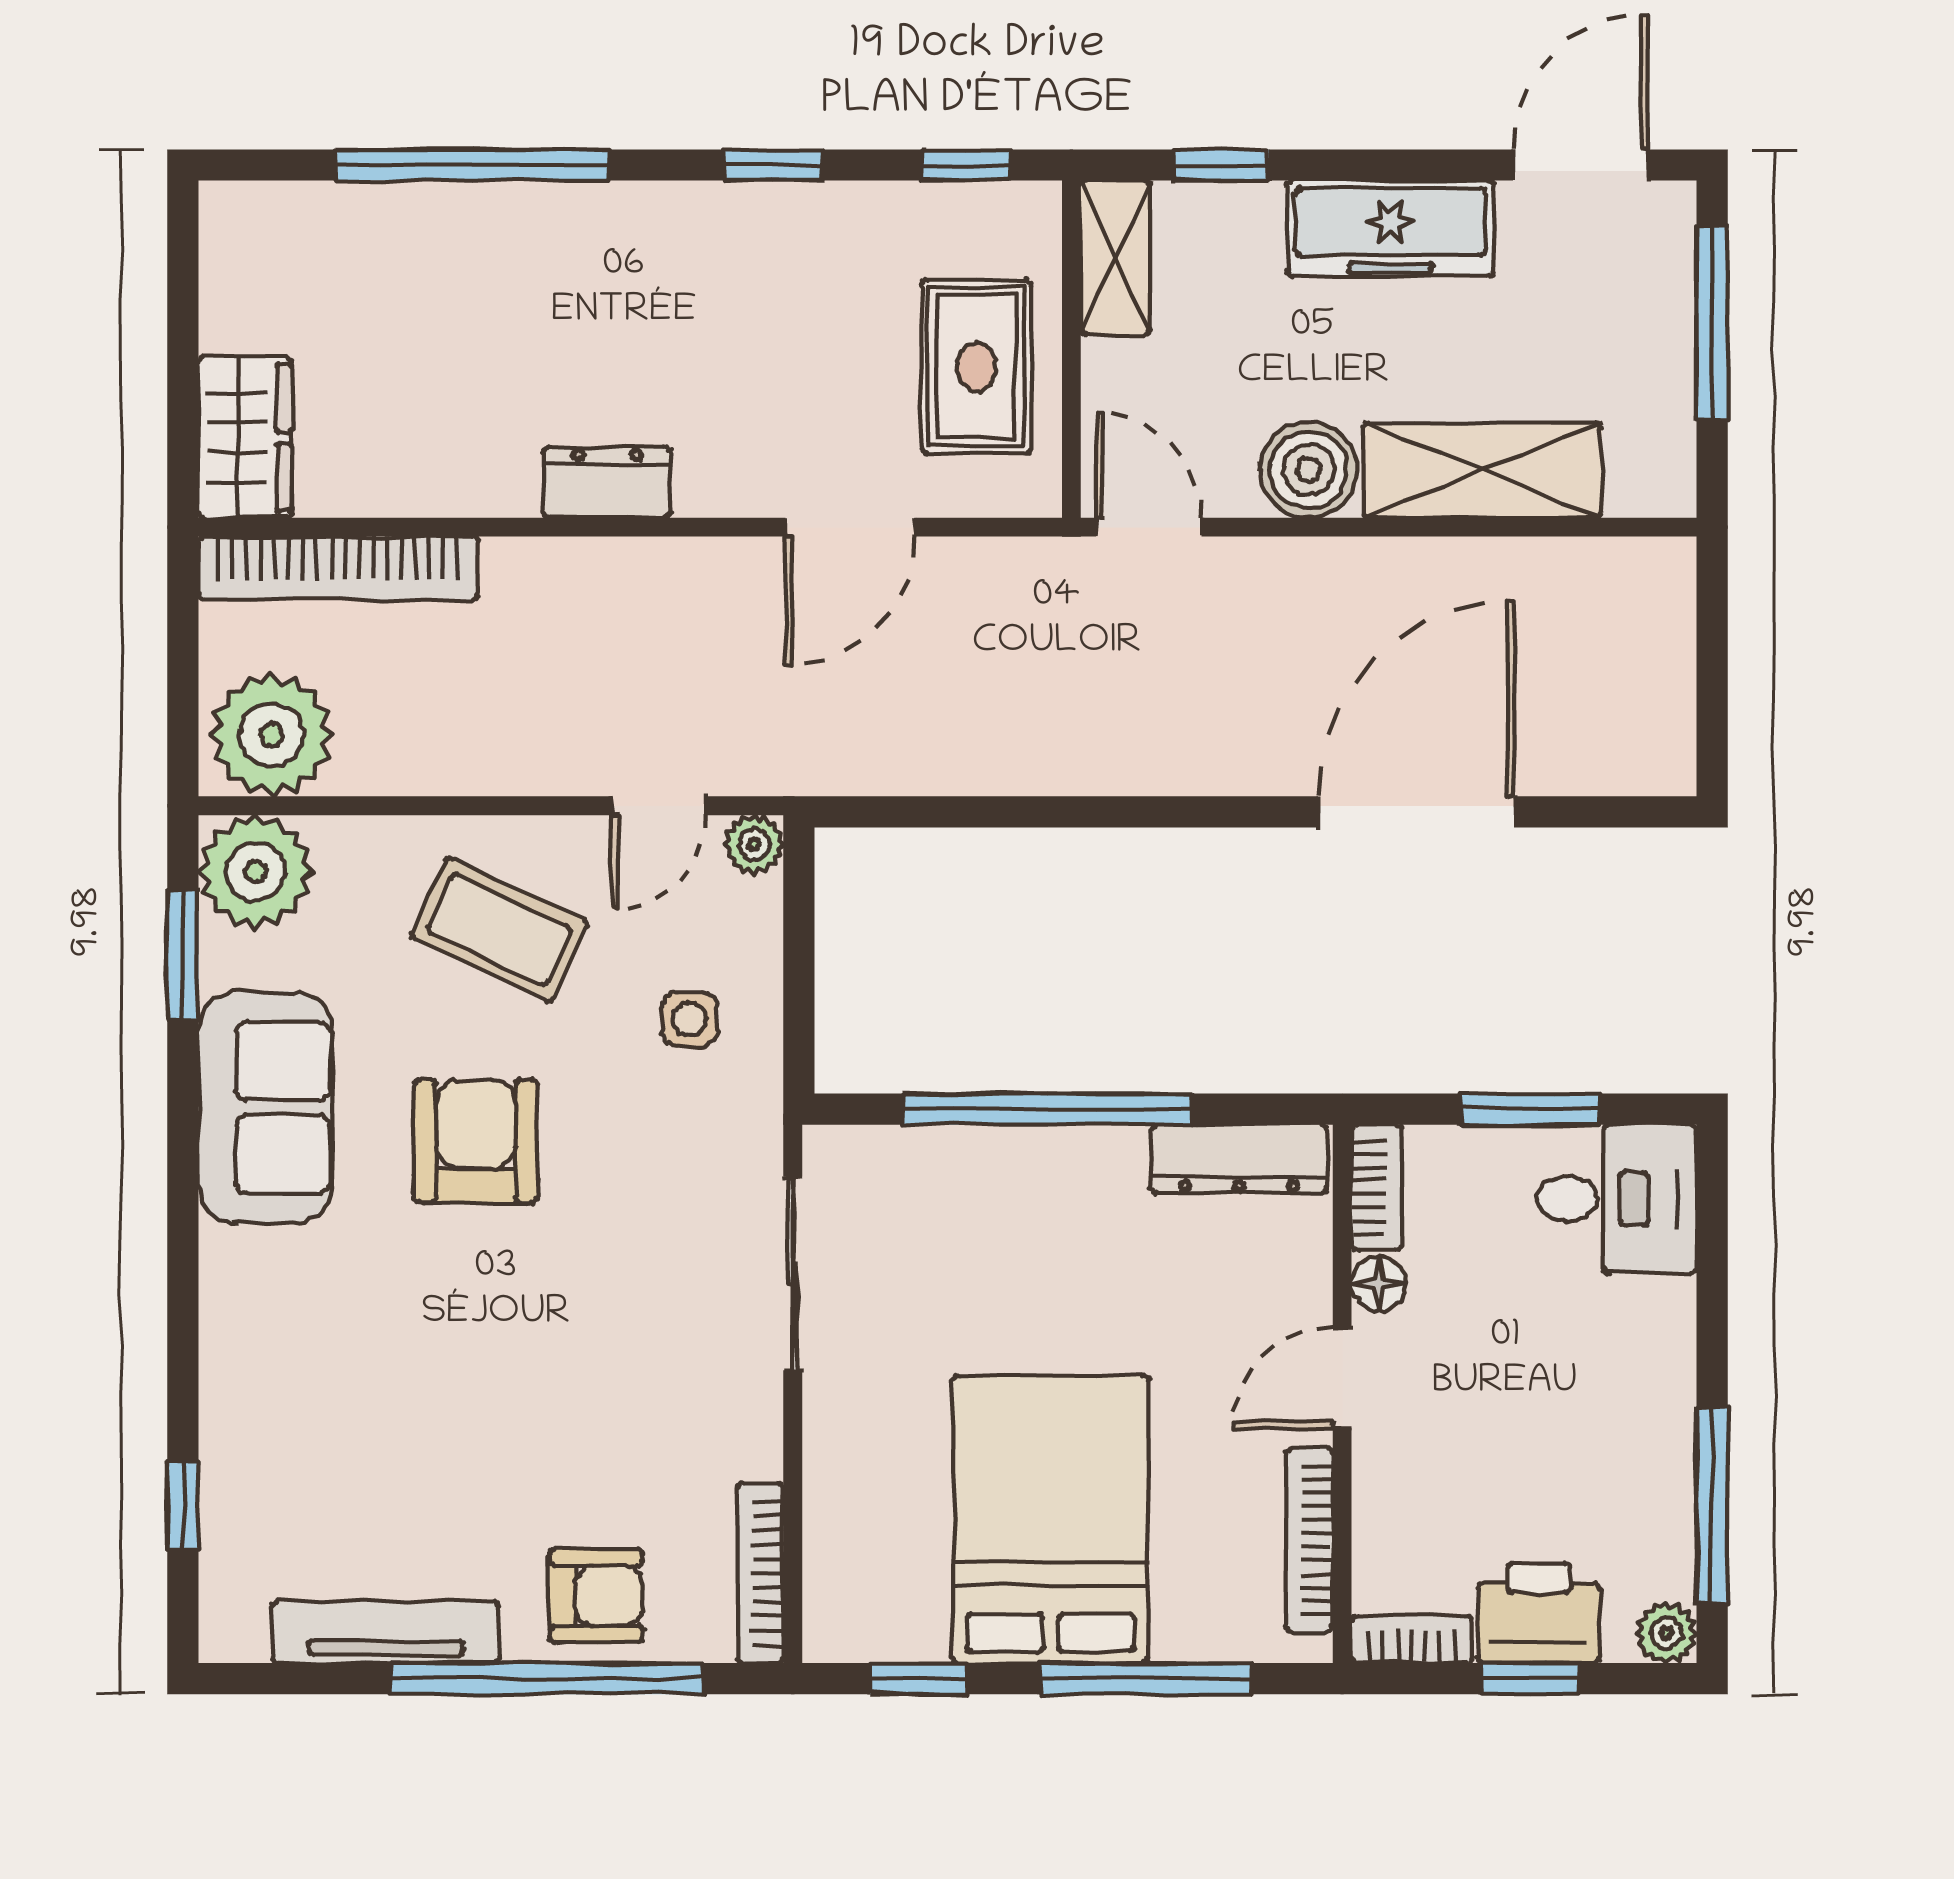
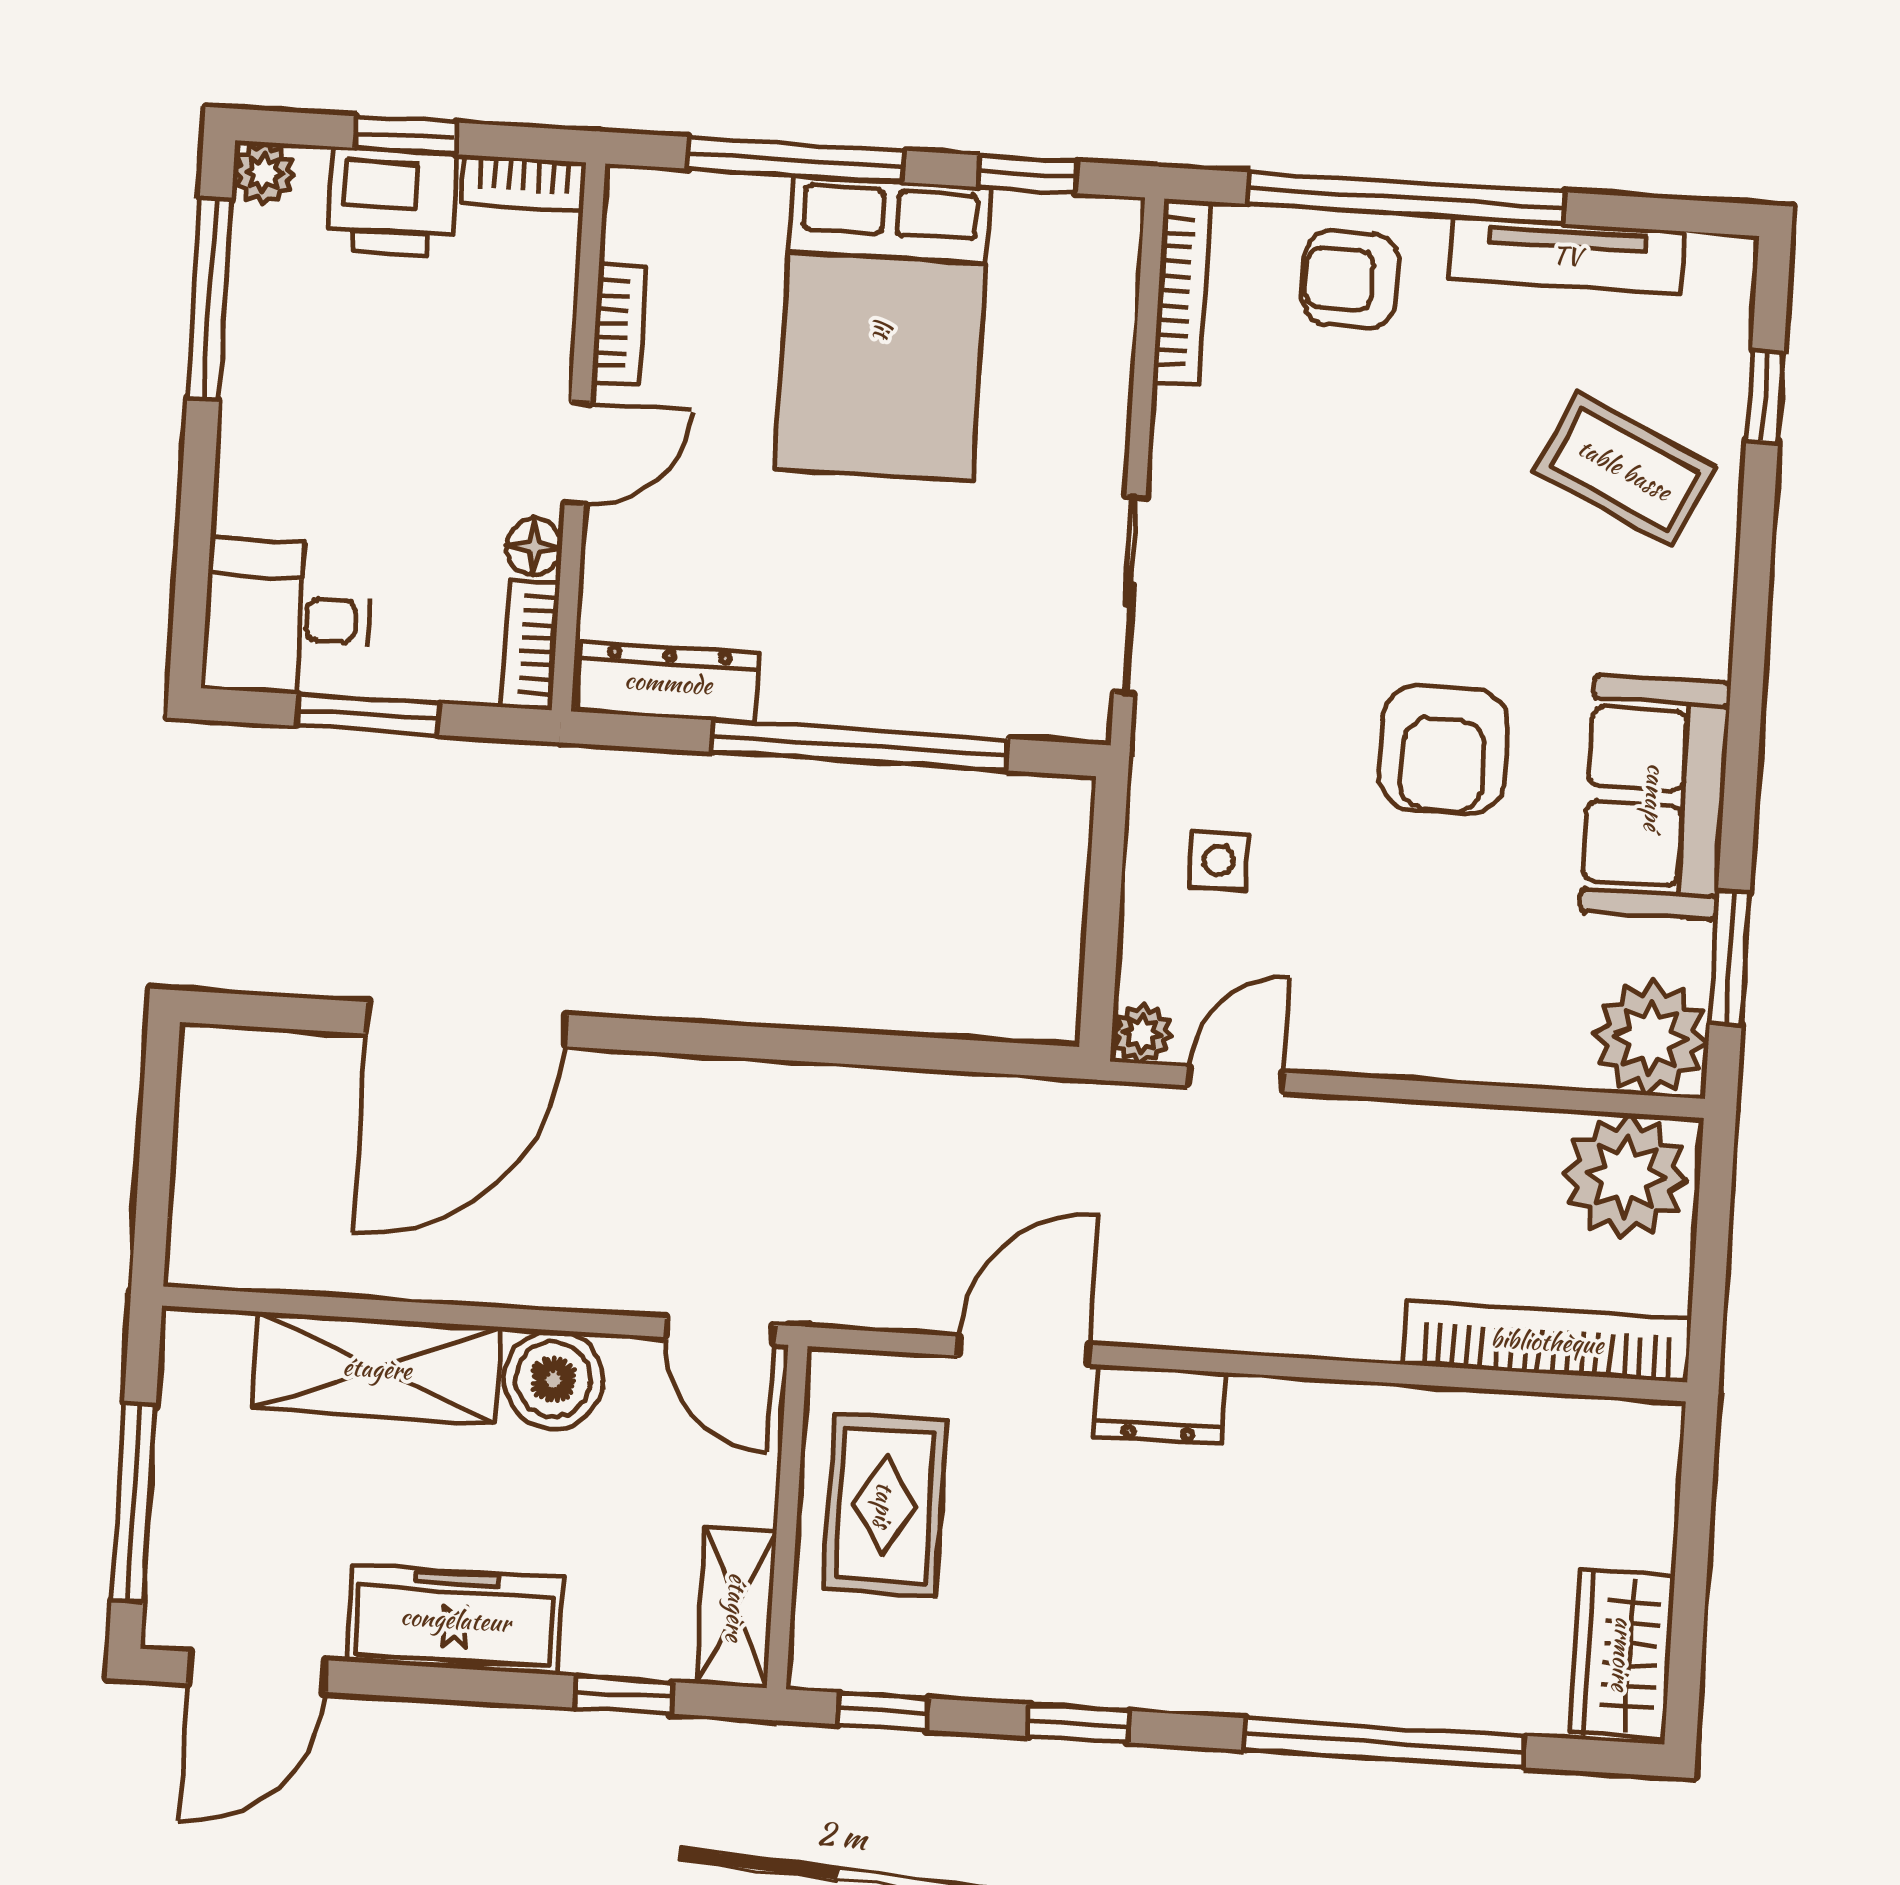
wardrobe: (245, 438) -> (1623, 1654), moved
dresser: (607, 482) -> (1160, 1404), moved
coffee table: (499, 930) -> (1625, 469), moved
bookcase: (1309, 1540) -> (619, 324), width x0.64

